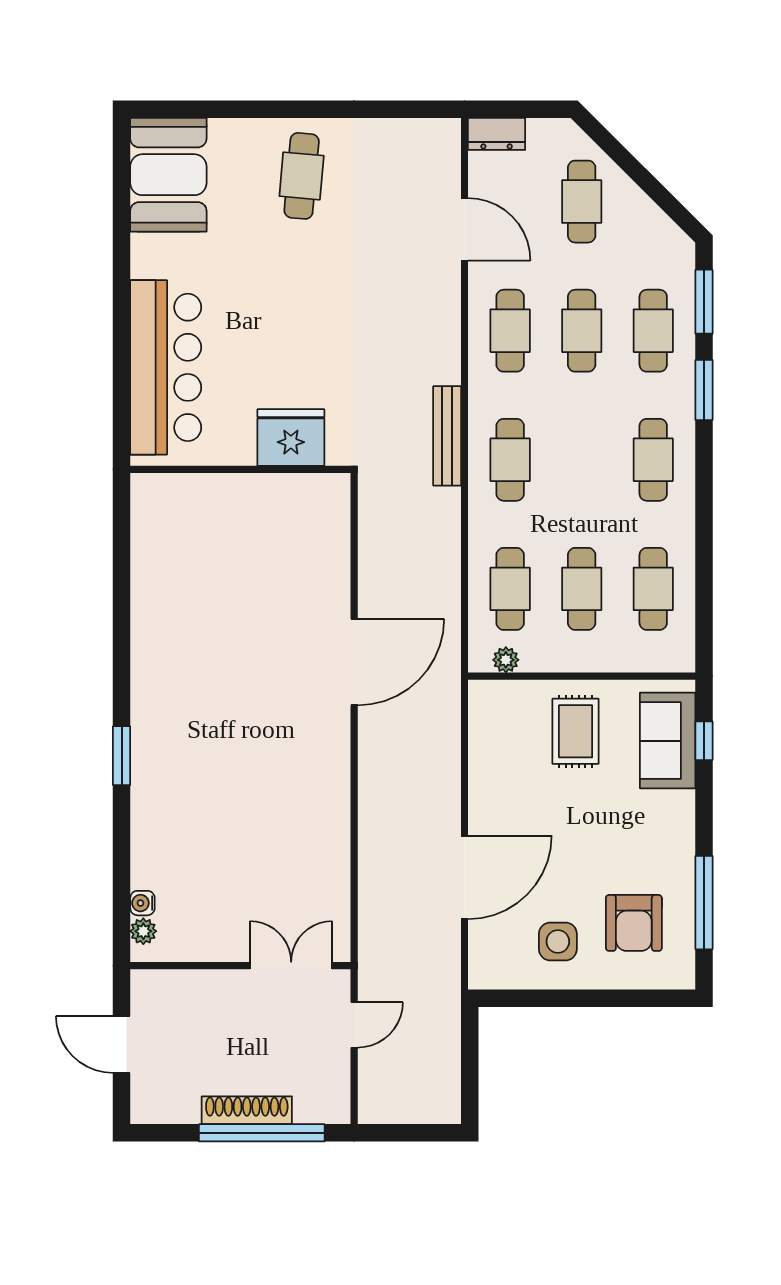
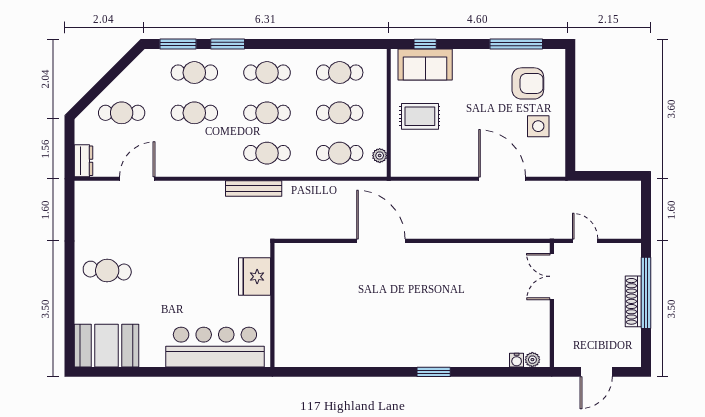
cafe table: (510, 331) -> (267, 113), moved

